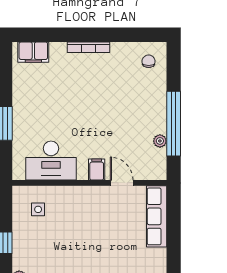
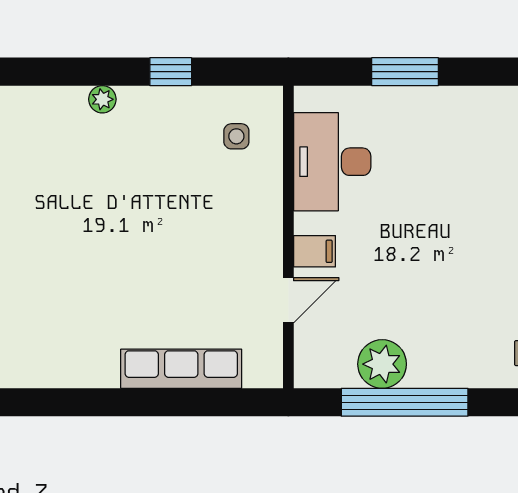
plant: (160, 141) -> (382, 364), width x1.87, depth x1.87
row of seats: (157, 216) -> (181, 369), moved

